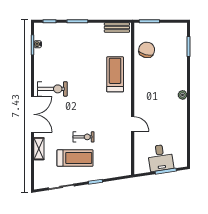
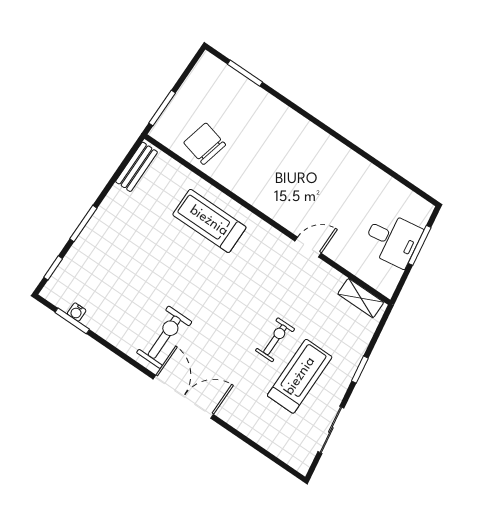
plant: (183, 95) -> (316, 136), removed
shelving: (39, 149) -> (361, 298), moved

